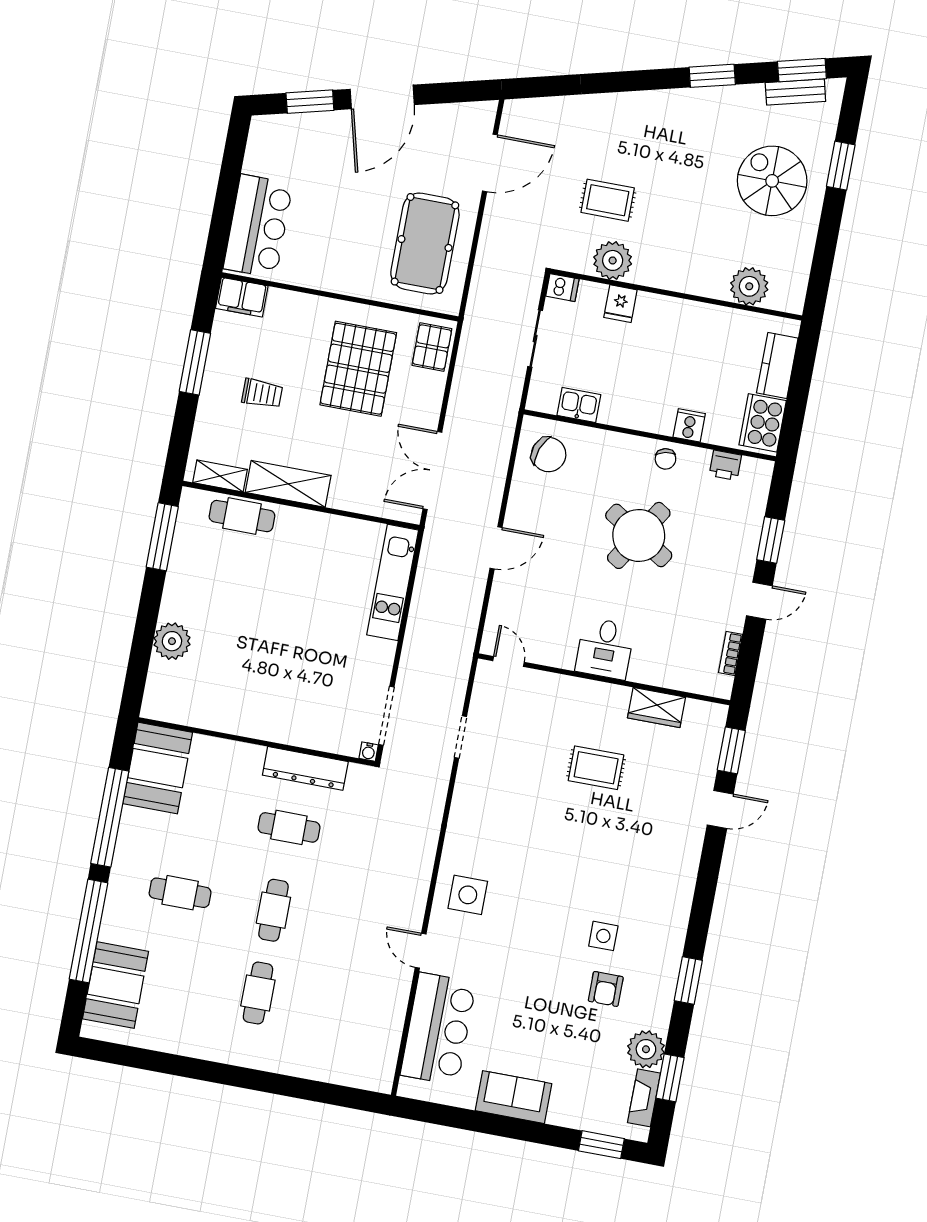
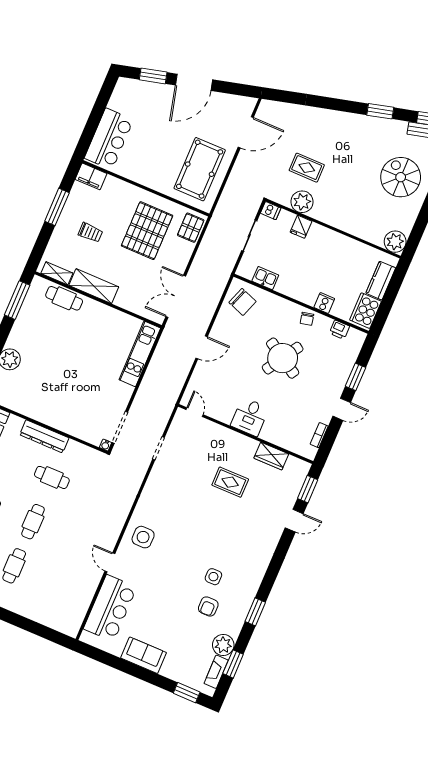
plant: (749, 286) -> (395, 242), moved
dresser: (305, 768) -> (44, 436), moved

